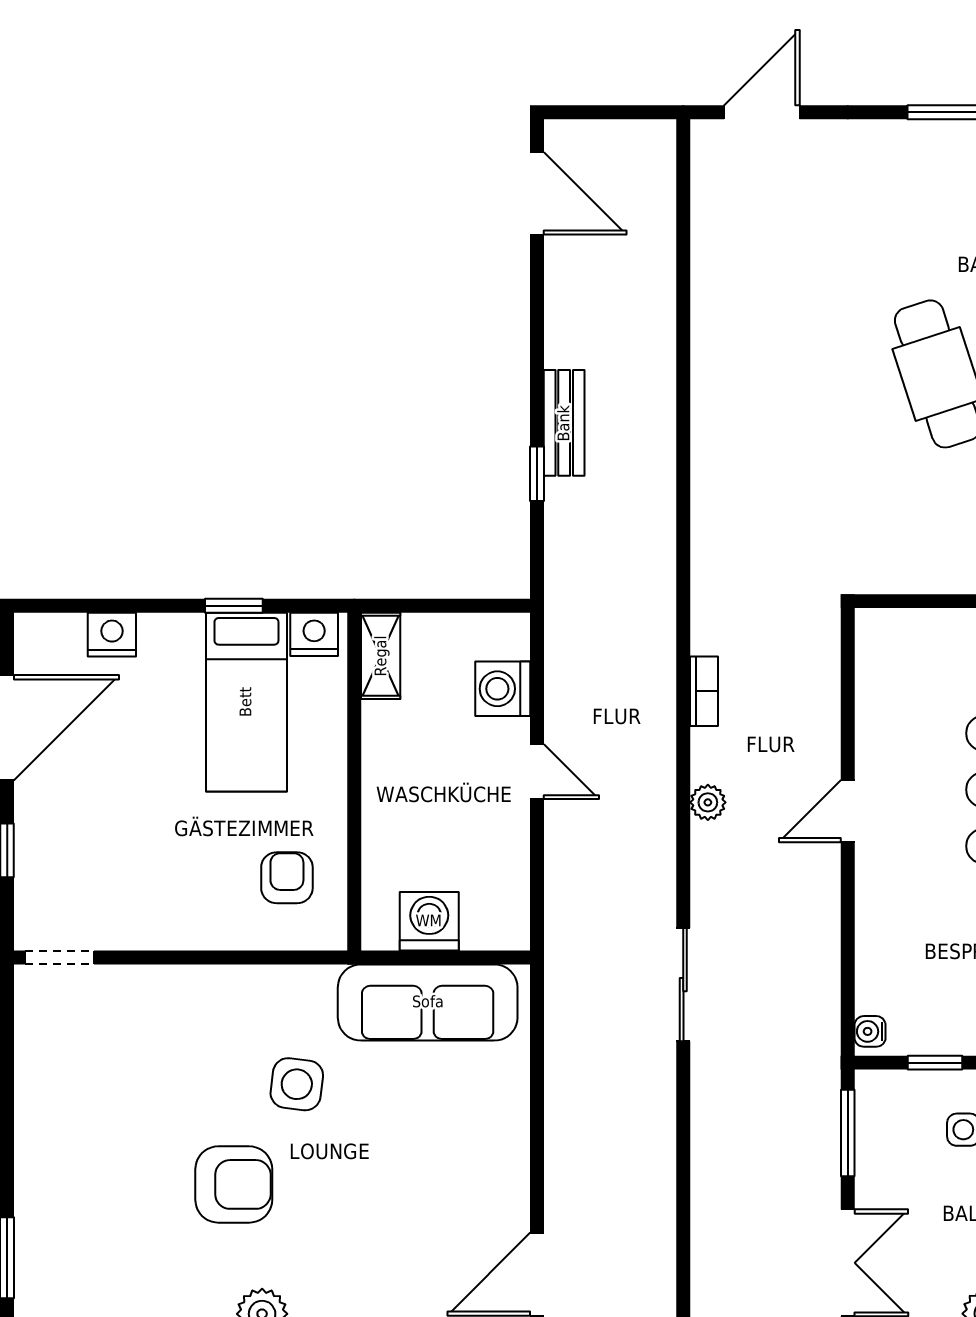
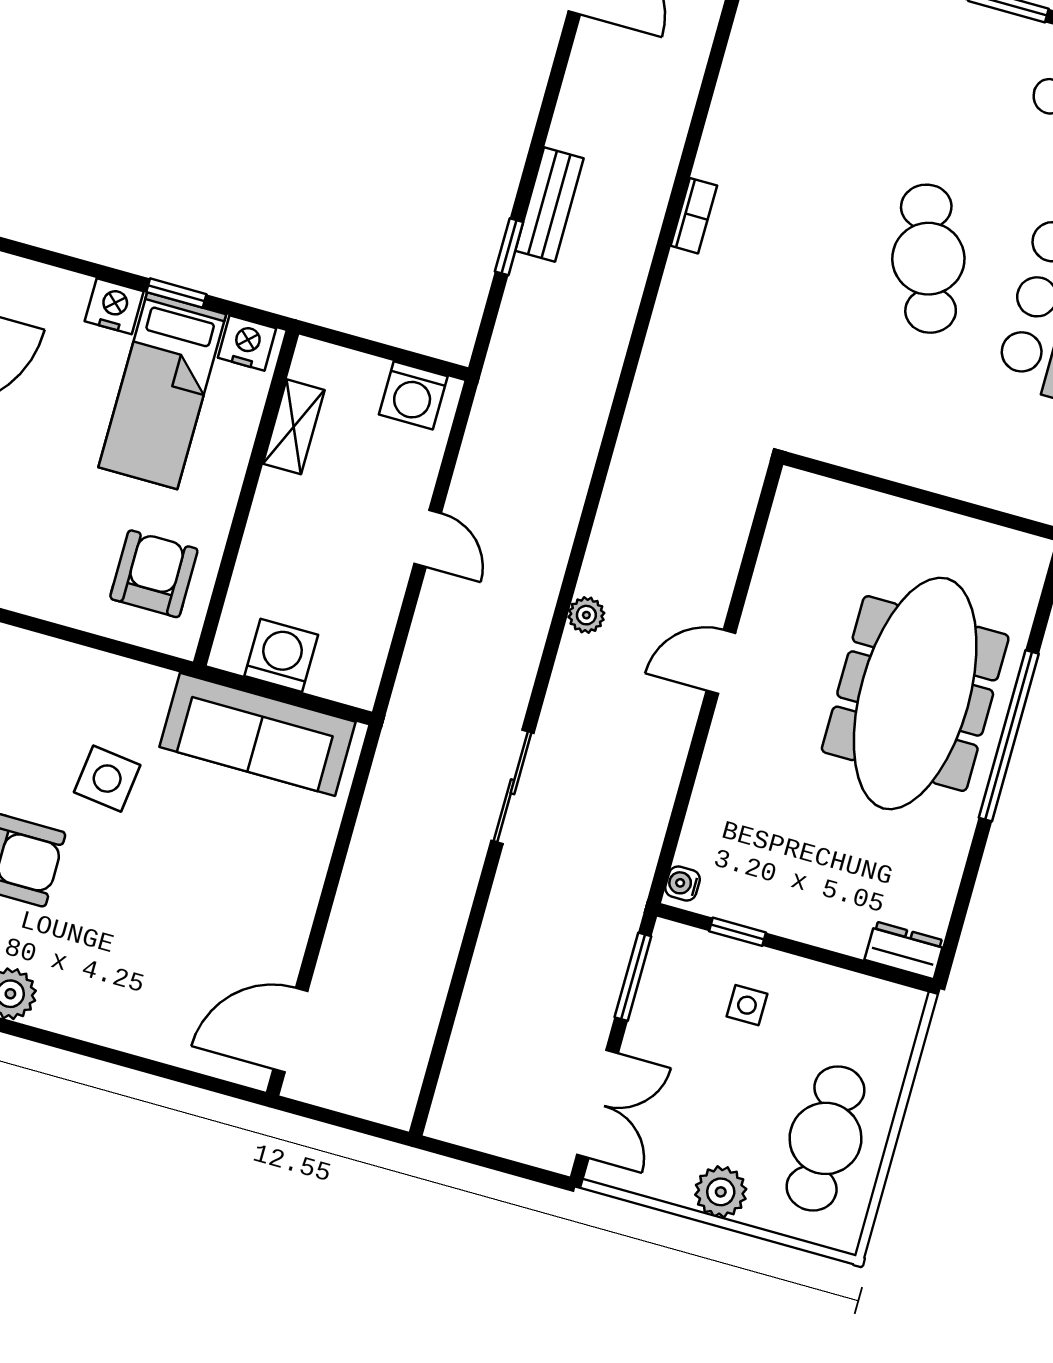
nightstand: (112, 635) -> (114, 306), moved
shelving: (381, 656) -> (294, 427), moved
washing machine: (503, 689) -> (413, 395), moved, turned -90
bookcase: (704, 691) -> (694, 216), moved
armchair: (287, 878) -> (154, 574), width x1.38, depth x1.38

